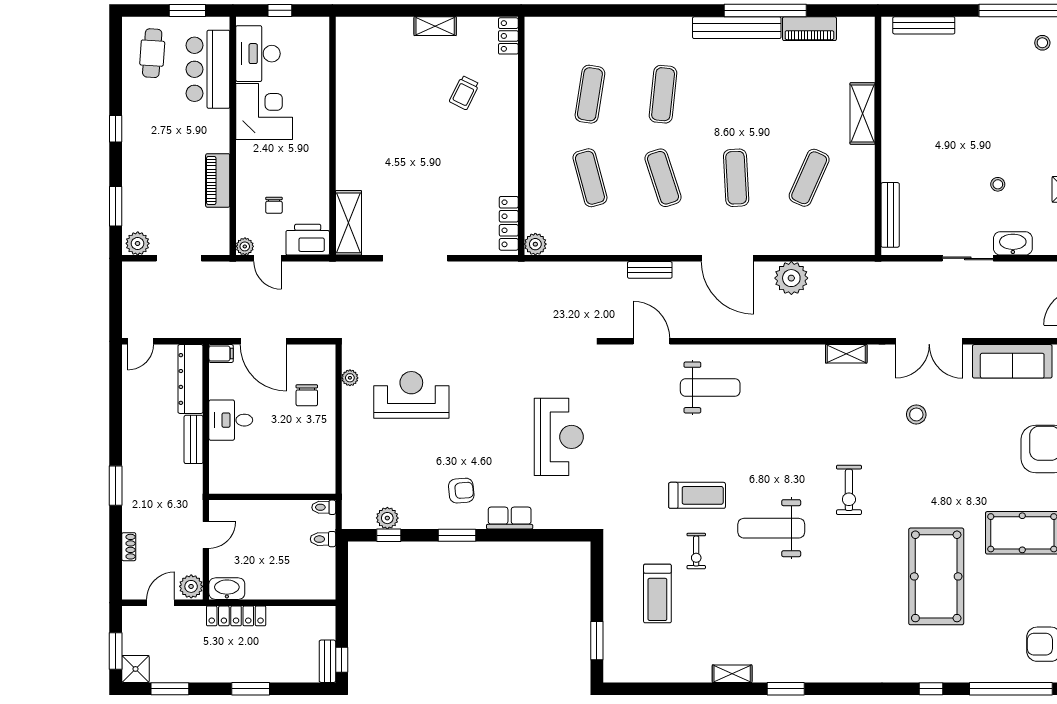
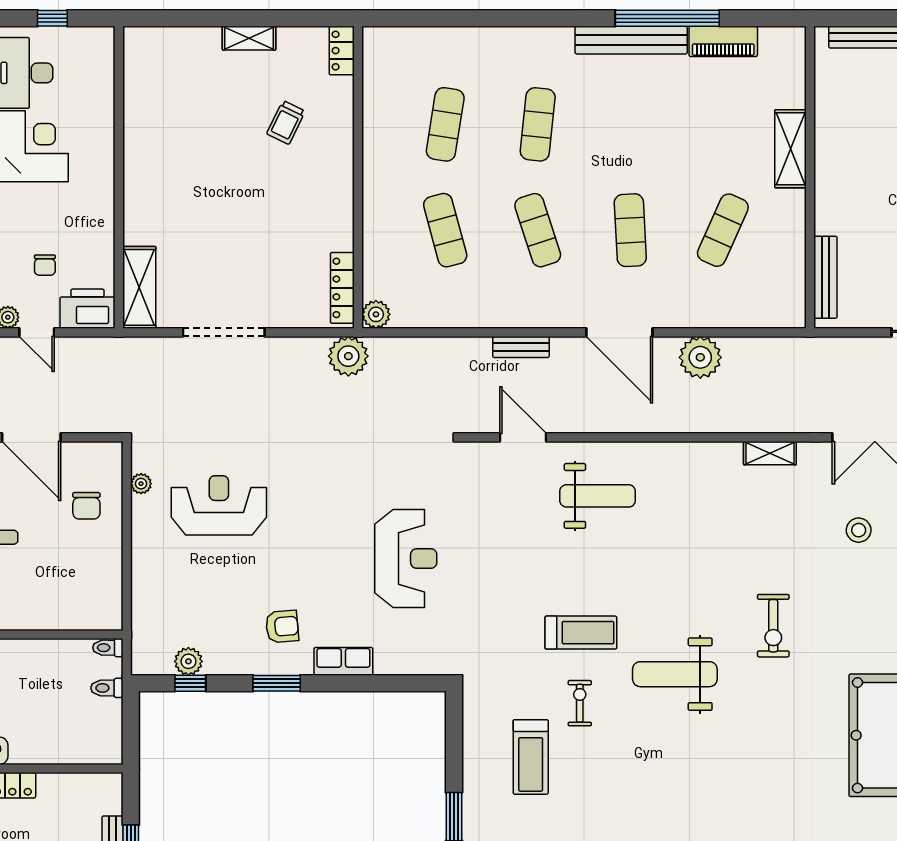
plant: (514, 277) -> (348, 356), added
exercise bike: (696, 551) -> (580, 703), turned 180

